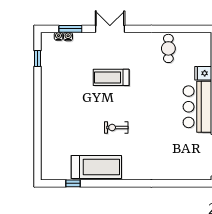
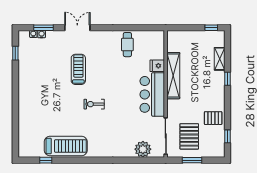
treadmill: (111, 77) -> (78, 69), turned 90
exercise bike: (116, 127) -> (94, 104), moved
plant: (186, 171) -> (143, 149), added

